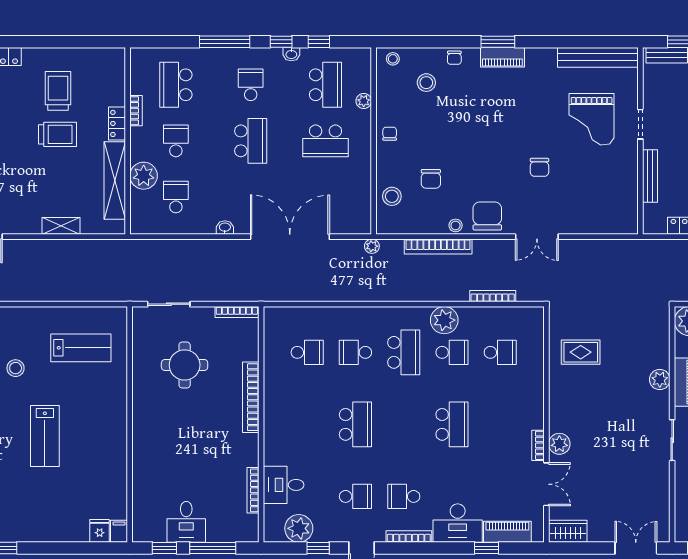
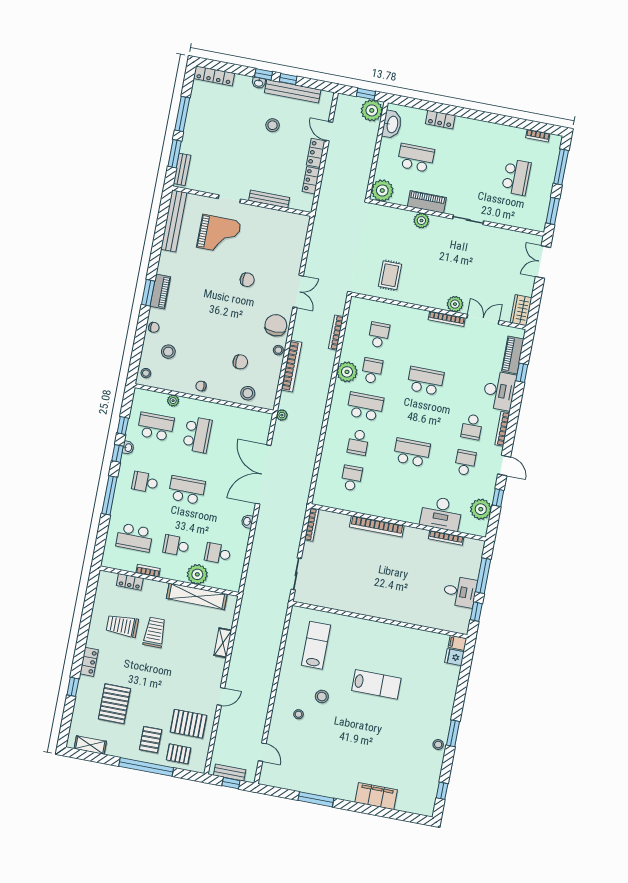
locker: (117, 123) -> (130, 582), moved
chair: (487, 216) -> (276, 325), turned 90
round table: (185, 365) -> (343, 571), removed
bookcase: (538, 445) -> (447, 319), width x1.56
desk: (284, 485) -> (441, 513), width x1.37

